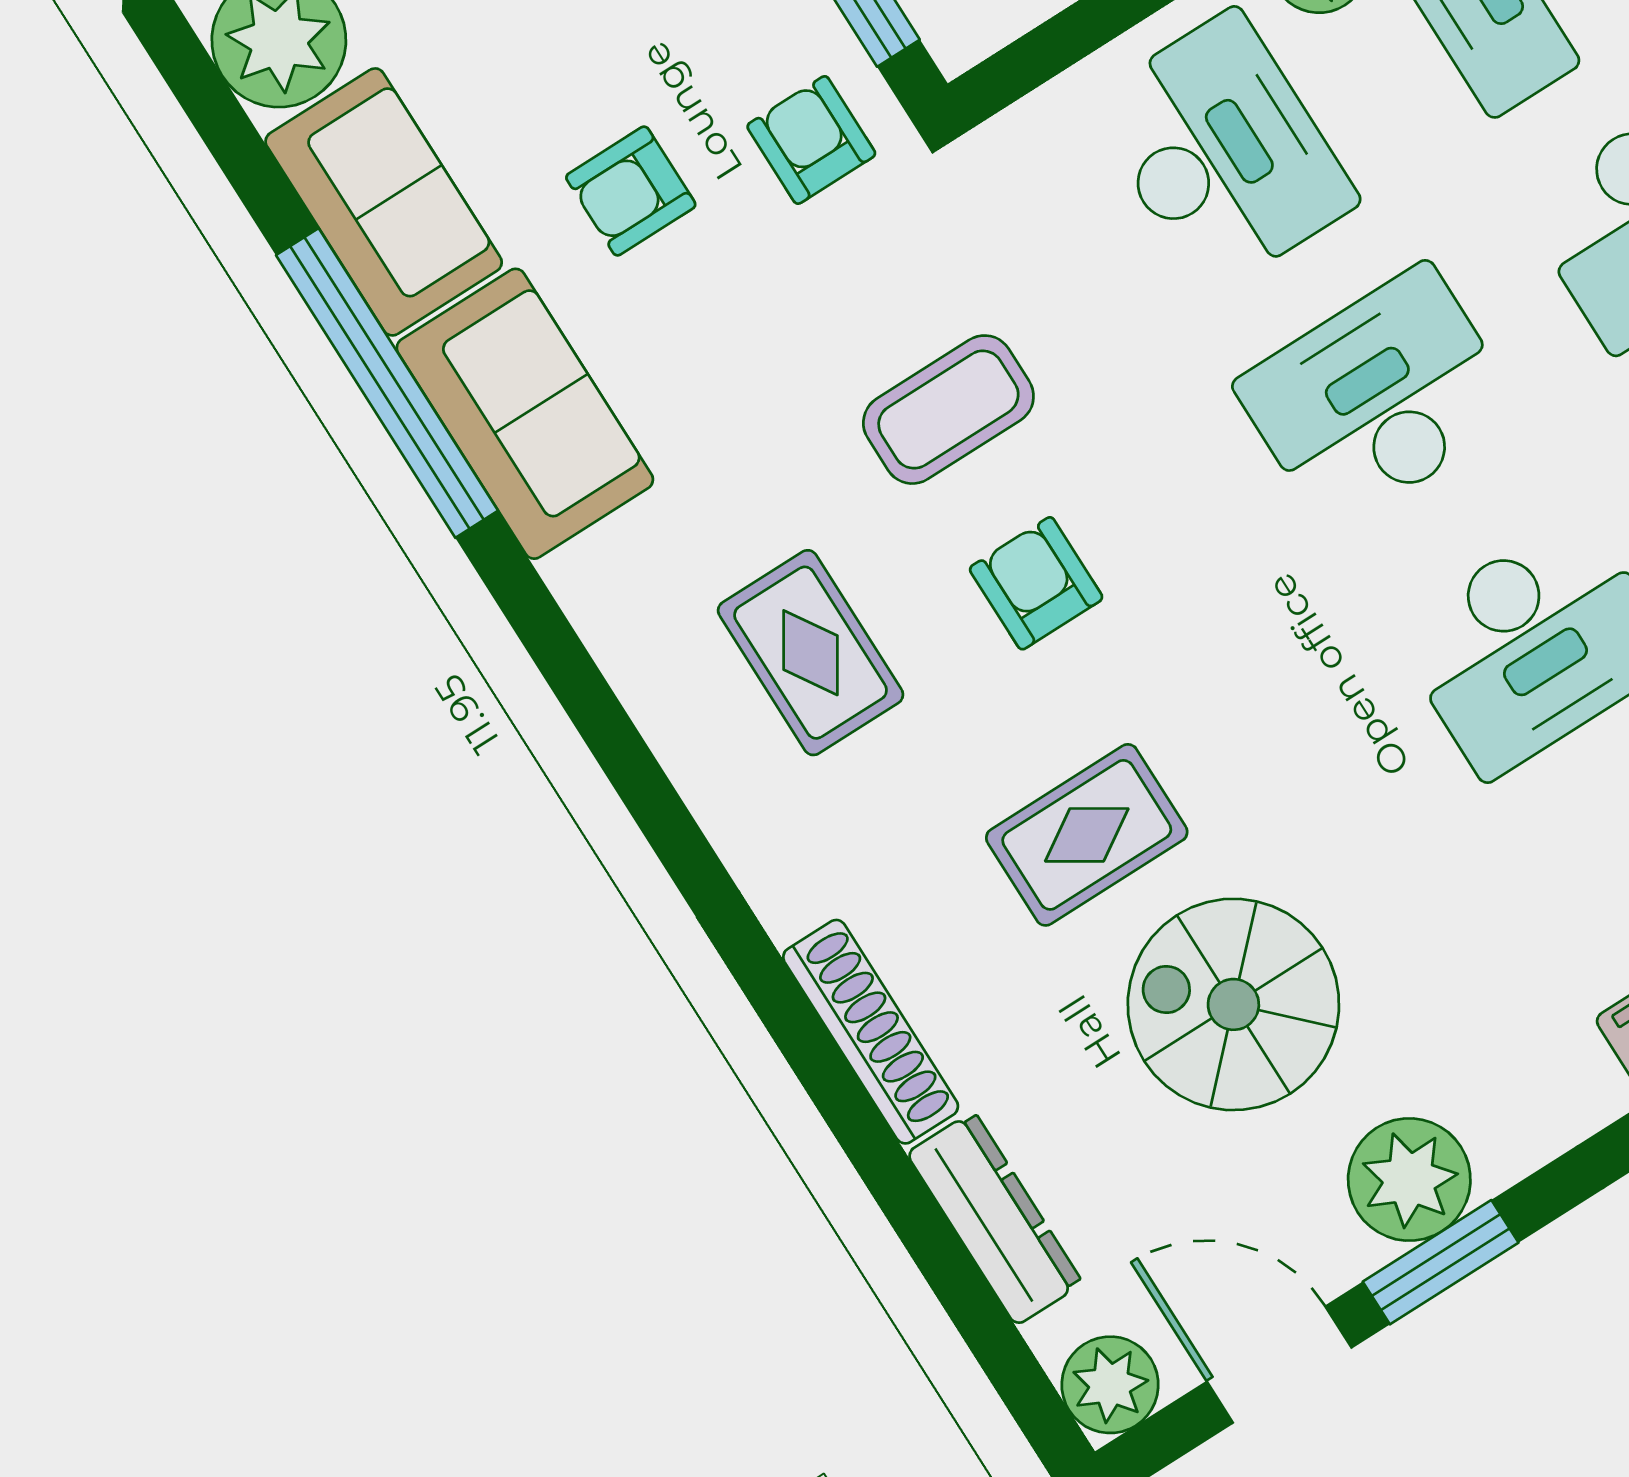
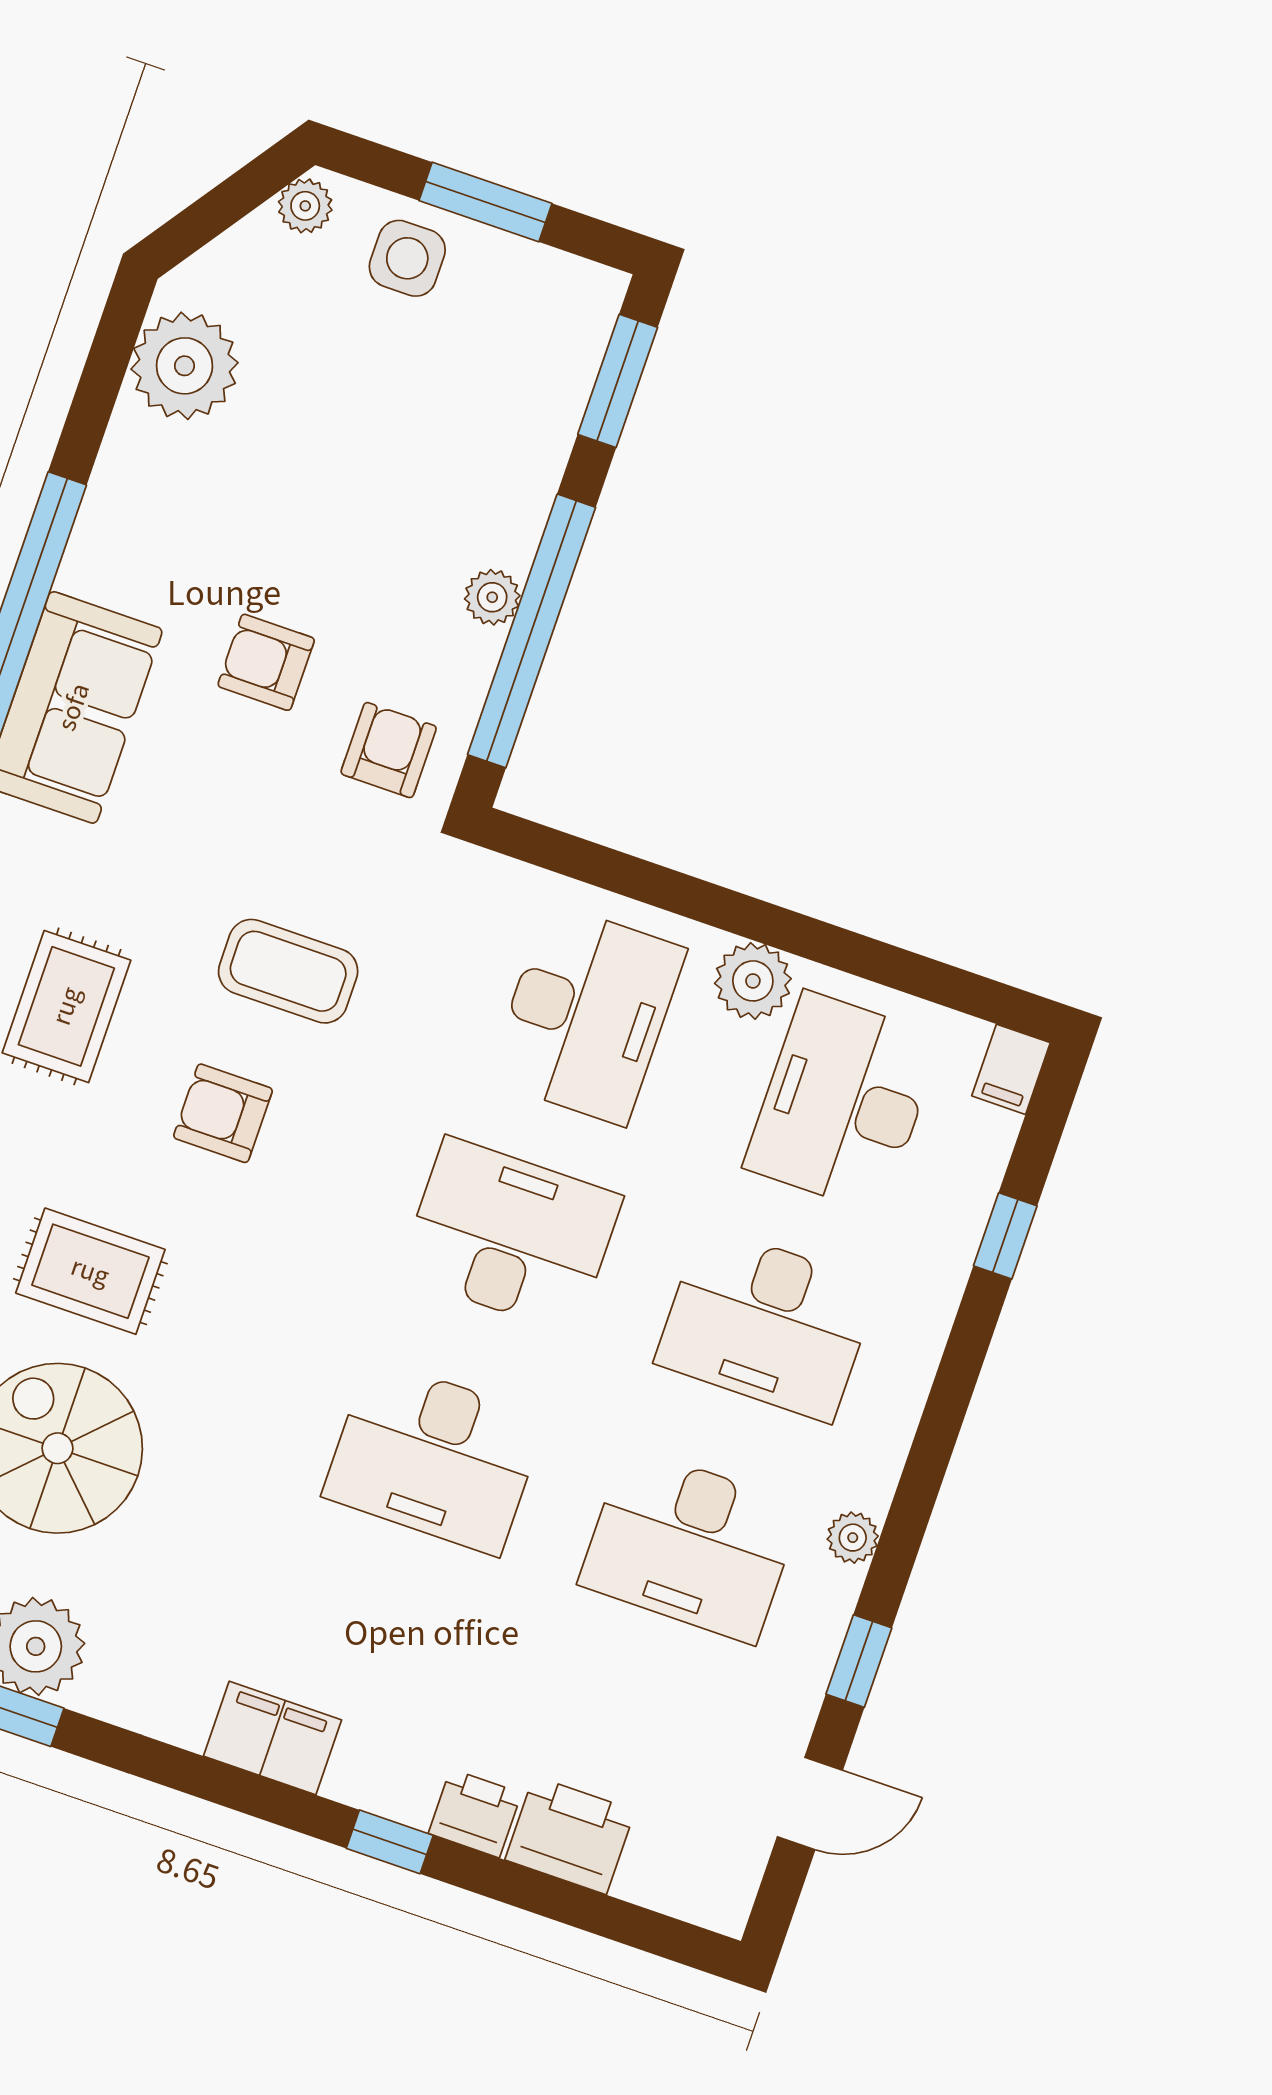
sofa: (384, 202) -> (135, 513), removed
armchair: (1036, 583) -> (223, 1113), turned -90

